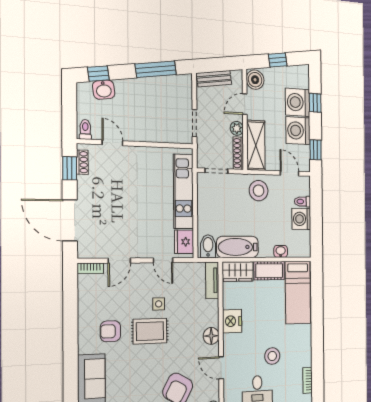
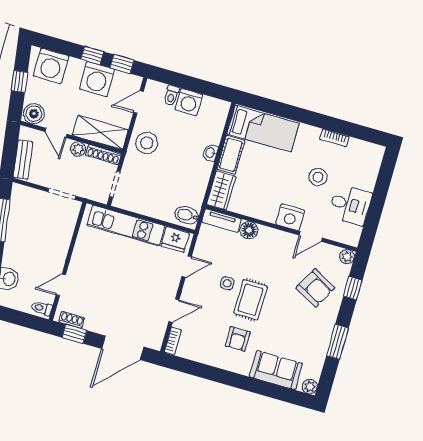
washing machine: (298, 102) -> (51, 66), moved
window: (315, 103) -> (92, 55), moved
bathtub: (238, 247) -> (197, 183), removed
washbasin: (281, 251) -> (210, 153), moved
door: (119, 261) -> (174, 311), hinge flipped
nightstand: (232, 321) -> (290, 217), moved
floor lamp: (211, 336) -> (249, 230), moved
bookcase: (308, 380) -> (334, 138), moved

